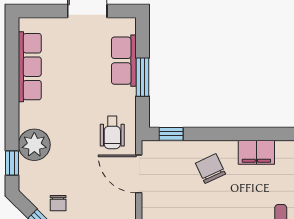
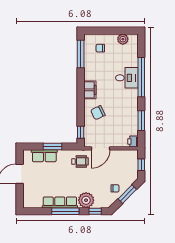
row of seats: (30, 67) -> (60, 202), moved
window: (12, 103) -> (65, 211), added

